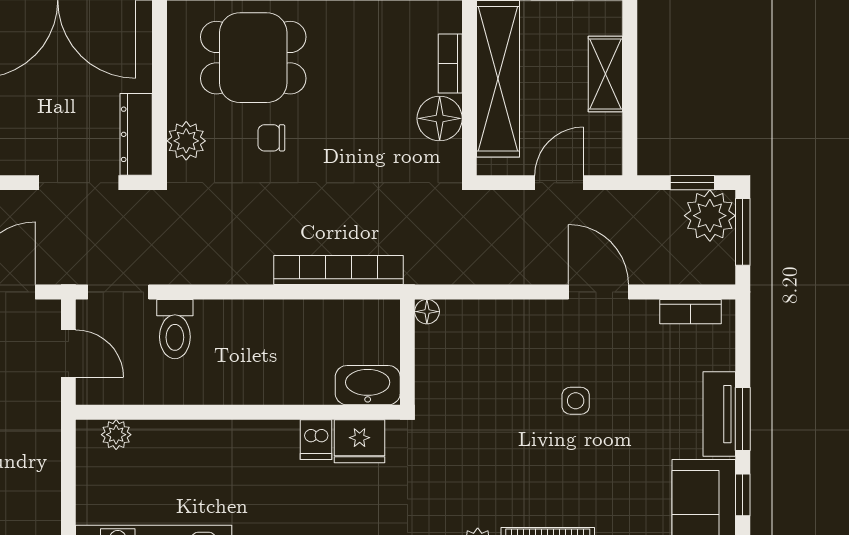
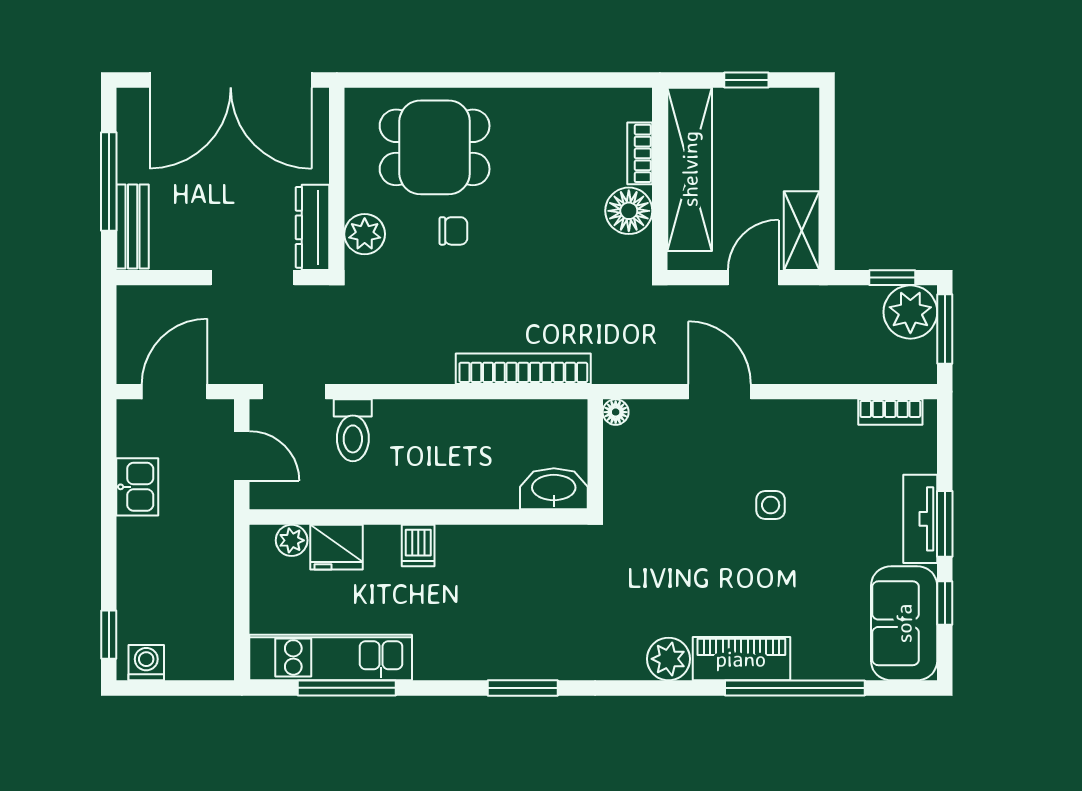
shelving: (605, 74) -> (802, 231), moved
chair: (271, 138) -> (453, 231), turned 180
door: (599, 292) -> (720, 392), moved
dishwasher: (316, 440) -> (418, 546), moved
fridge: (360, 441) -> (336, 547), moved

